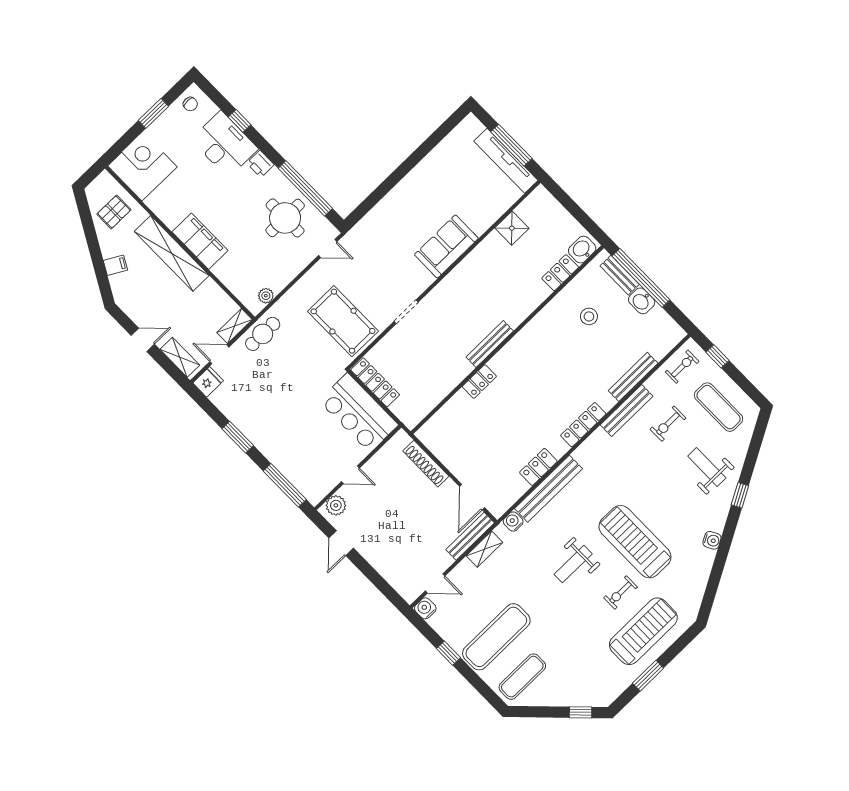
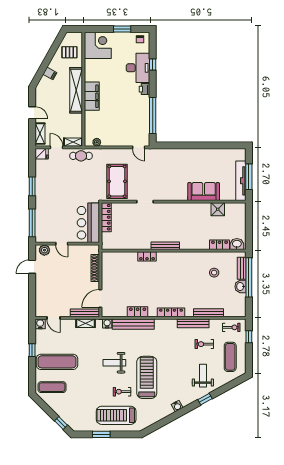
round table: (285, 218) -> (134, 119), removed
sofa: (446, 246) -> (204, 192), moved
treadmill: (643, 631) -> (116, 415), turned 180

